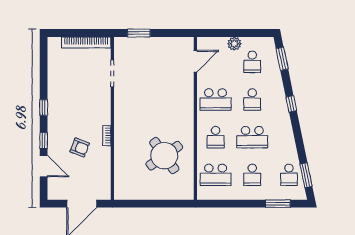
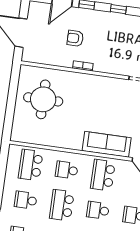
sofa: (184, 100) -> (107, 144), added
armchair: (80, 147) -> (75, 38), turned 69
round table: (164, 156) -> (43, 99), moved, turned 35

